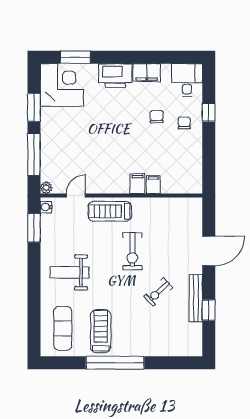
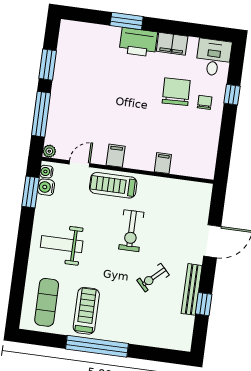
window: (75, 57) -> (127, 21), moved
corner desk: (62, 85) -> (80, 45), removed
chair: (157, 117) -> (176, 92), width x1.87, depth x1.87
filing cabinet: (137, 184) -> (116, 156), moved
water cooler: (48, 222) -> (46, 187), added

